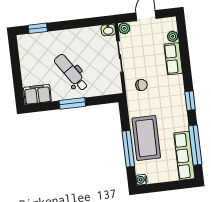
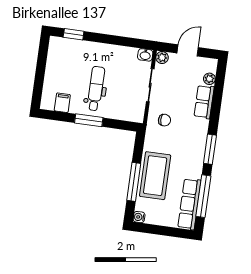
dental chair: (71, 73) -> (96, 88), turned 34
filing cabinet: (37, 94) -> (62, 103), width x0.50
window: (190, 101) -> (210, 149), width x1.50

